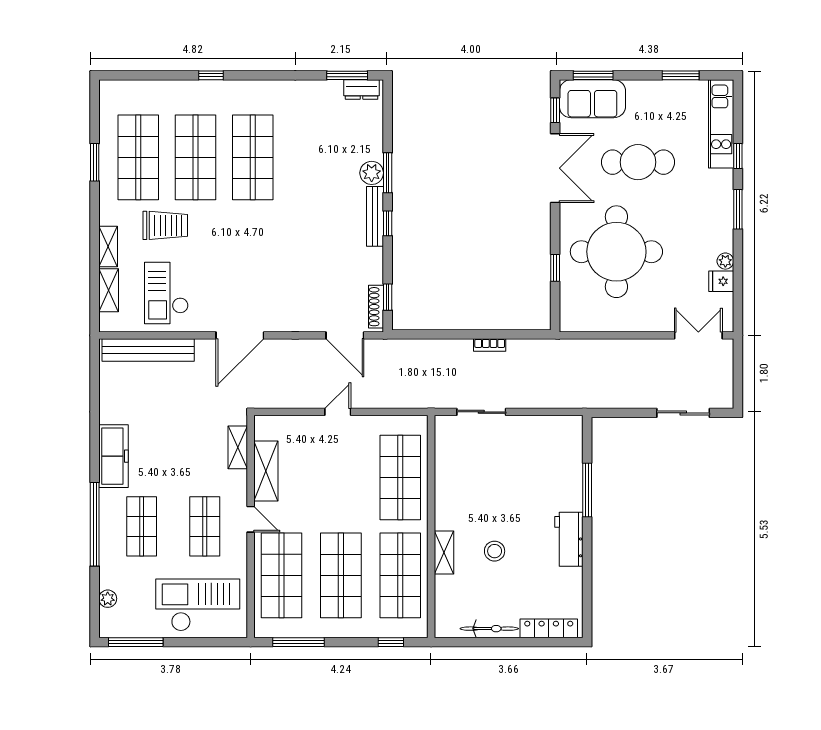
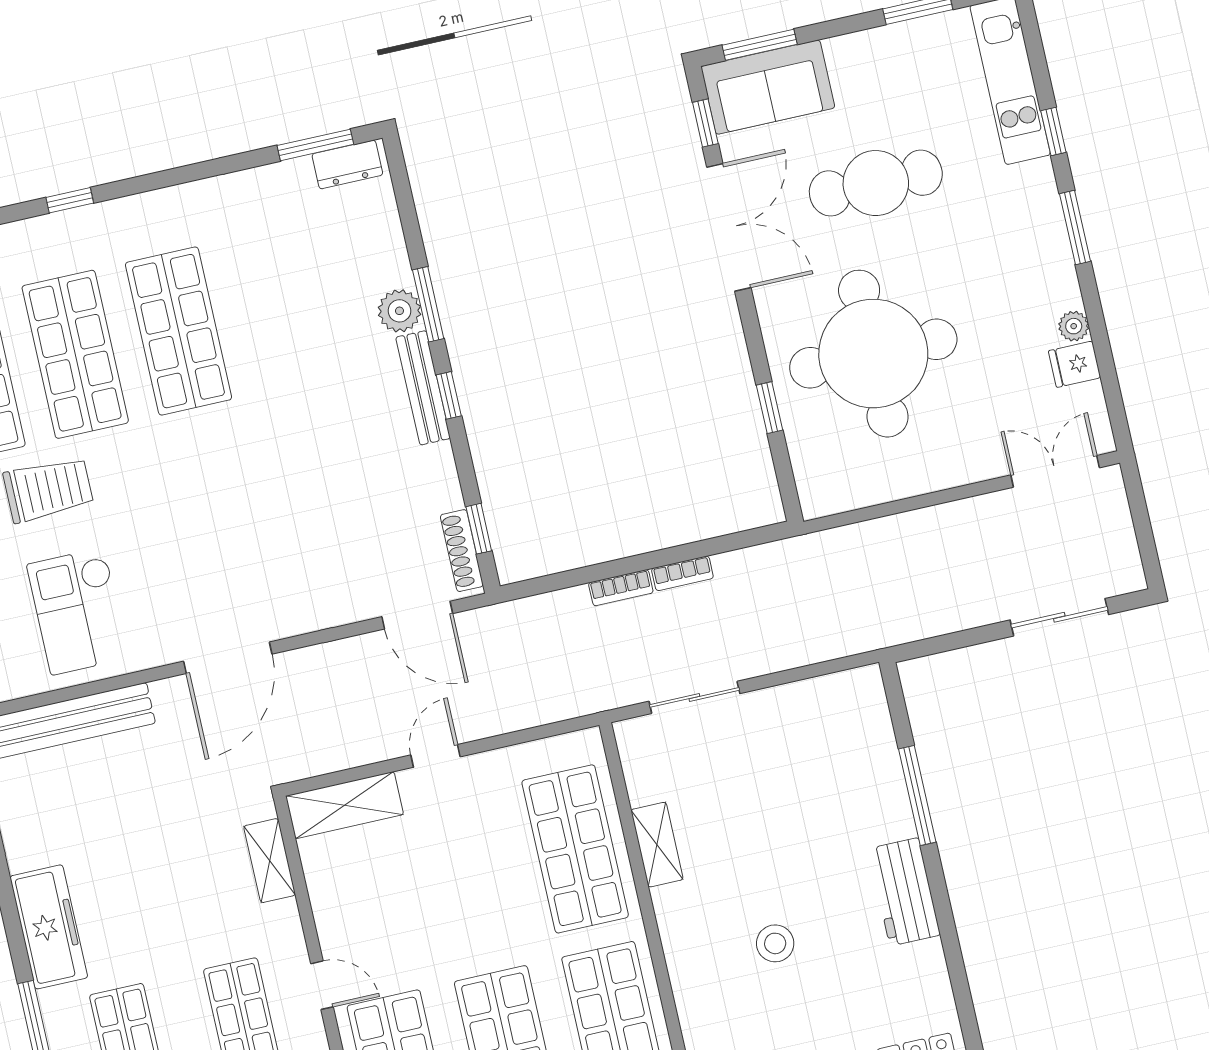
bookcase: (455, 345) -> (621, 588), added
shelving: (266, 471) -> (345, 805), moved, turned 90
shelving: (444, 553) -> (657, 845), moved

